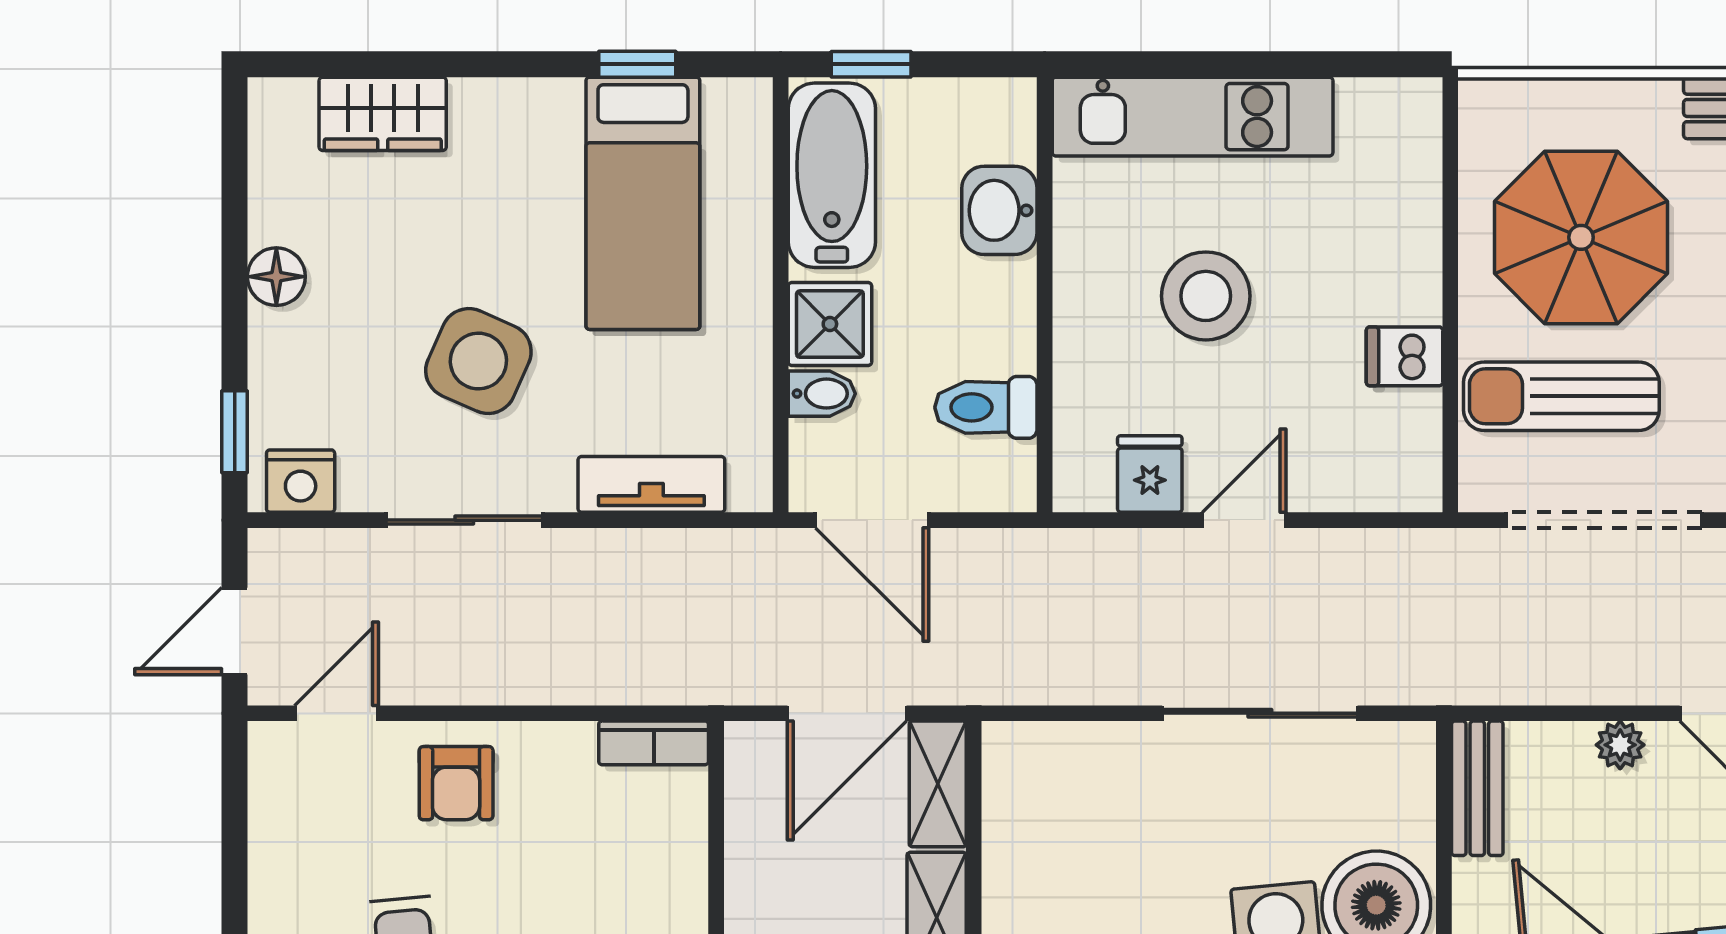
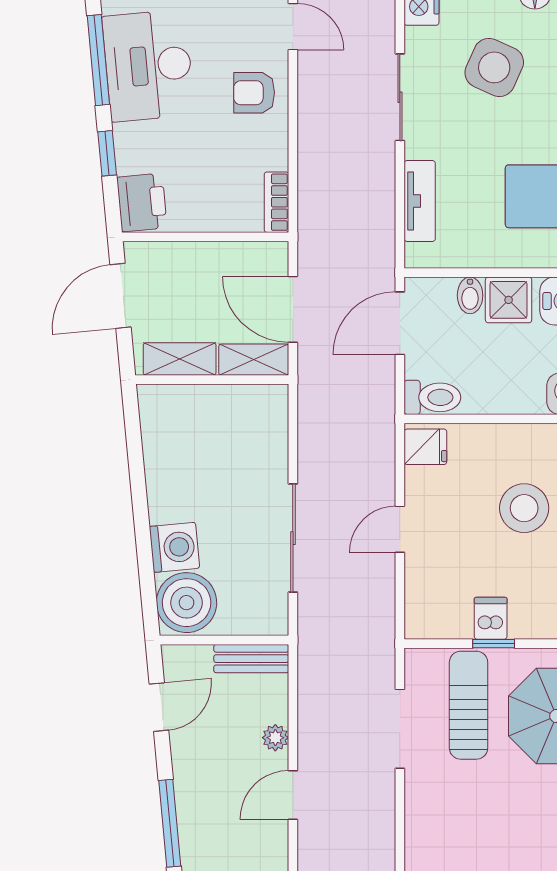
window: (1450, 351) -> (494, 644), added
side table: (478, 361) -> (494, 67), moved
toilet: (986, 407) -> (432, 397), moved, turned 90
fridge: (1150, 474) -> (425, 447), moved
door: (1244, 520) -> (400, 529), swing flipped
doorway: (1604, 520) -> (400, 729), width x0.73

